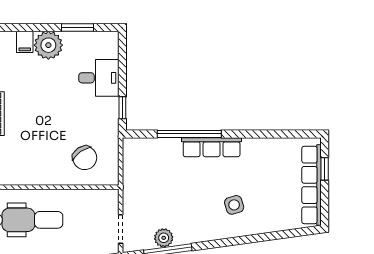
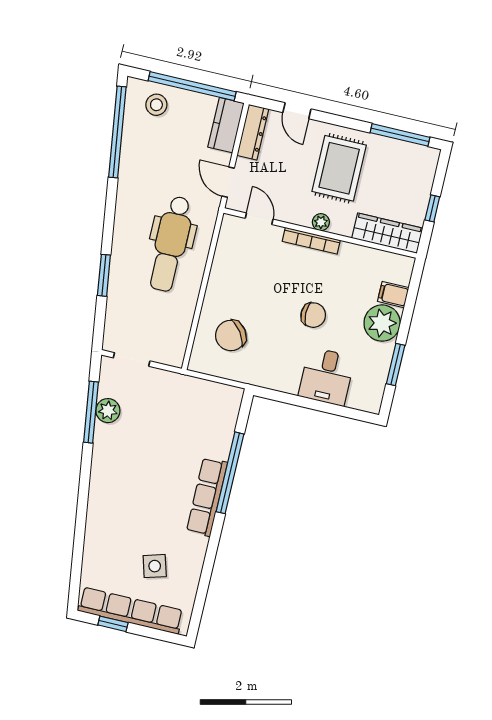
chair: (55, 99) -> (313, 315), added
window: (122, 108) -> (282, 397), removed
window: (325, 169) -> (113, 624), moved
side table: (234, 205) -> (155, 566), moved

